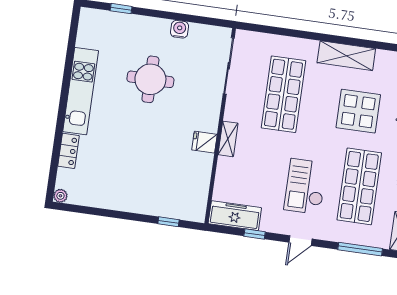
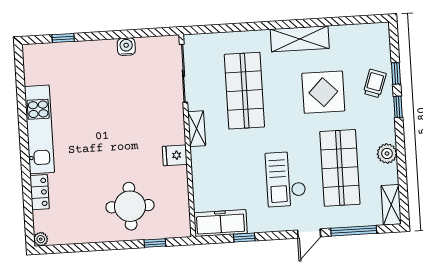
round table: (150, 79) -> (130, 206), moved
shelving: (228, 139) -> (197, 129), moved
door: (301, 241) -> (309, 234), moved

